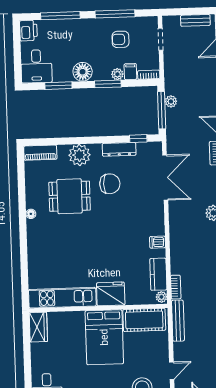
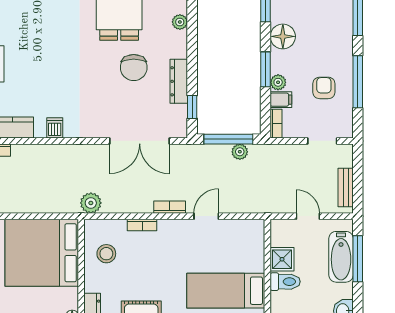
plant: (79, 155) -> (180, 22), width x0.53, depth x0.53

